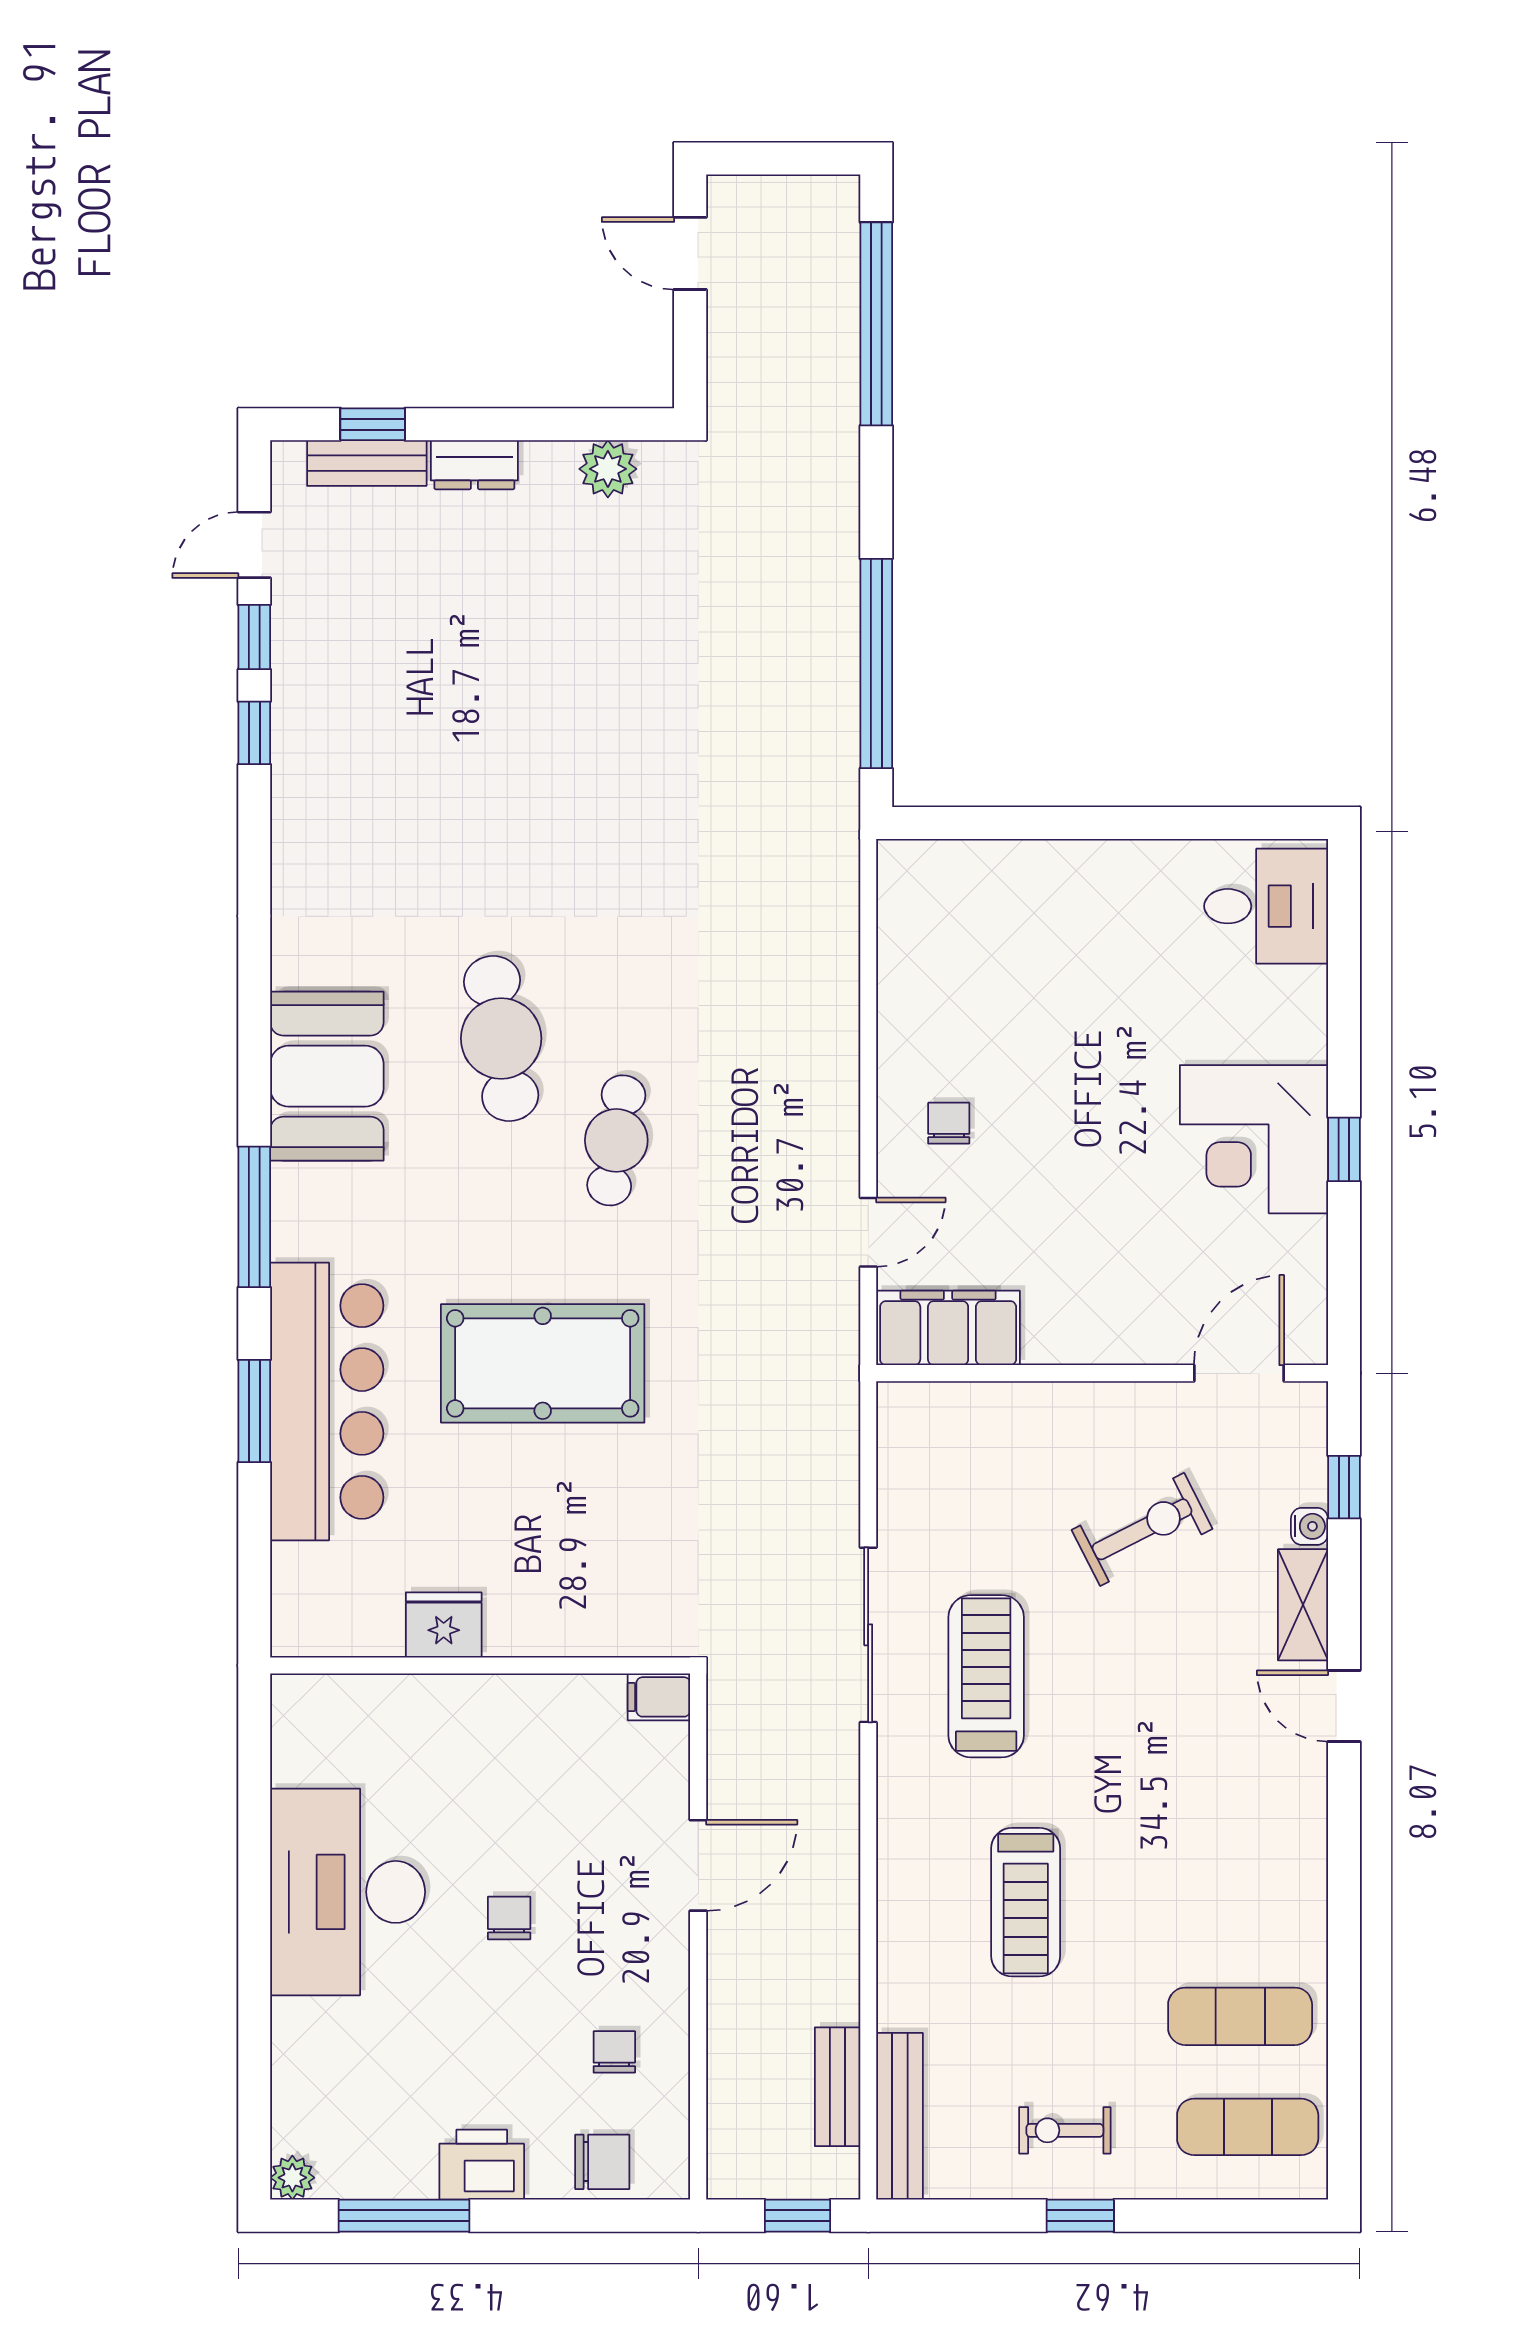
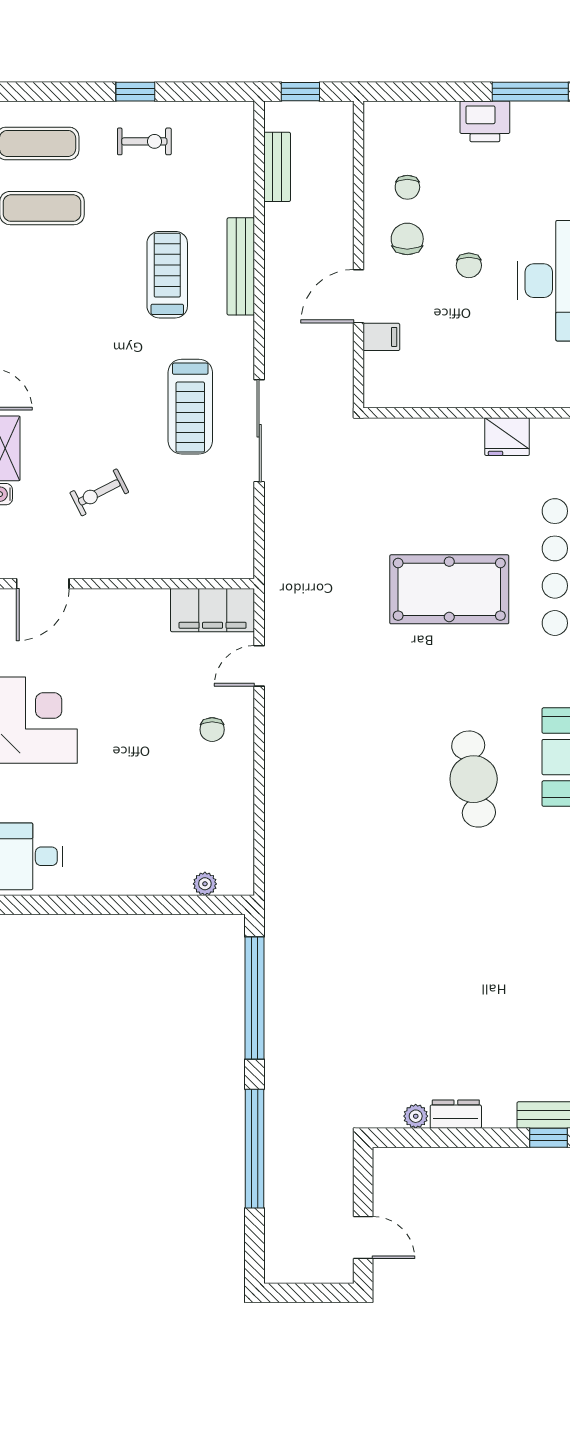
window: (876, 324) -> (254, 1149), moved
dresser: (474, 465) -> (456, 1114), moved
plant: (608, 469) -> (416, 1116), width x0.73, depth x0.73
plant: (961, 859) -> (205, 884), added
cafe table: (616, 1140) -> (406, 720), removed
exercise bike: (1142, 1529) -> (99, 492), width x0.73, depth x0.72
filing cabinet: (659, 1697) -> (381, 337), moved
bench: (900, 2116) -> (241, 266), moved
chair: (602, 2162) -> (407, 239), moved, turned 90

